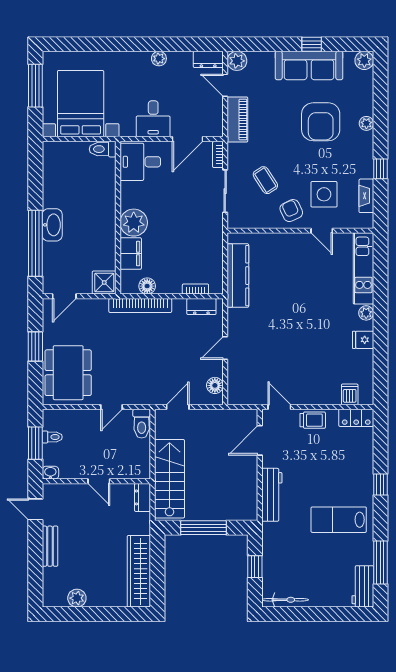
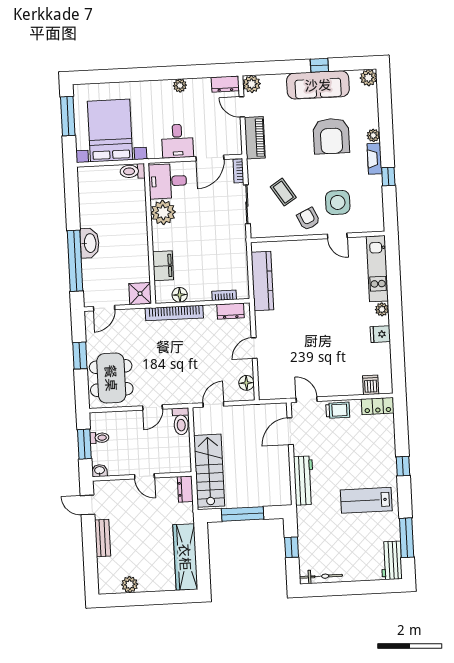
fireplace: (366, 196) -> (374, 159), moved
plant: (134, 223) -> (163, 212), moved

